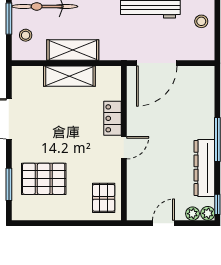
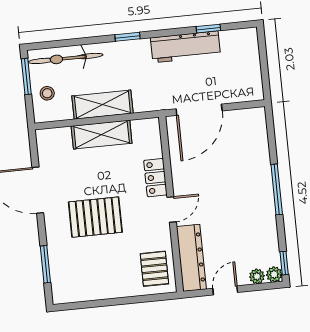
stool: (201, 21) -> (245, 57), removed
dresser: (204, 168) -> (191, 258), moved, turned 180
pallet: (44, 179) -> (95, 217), moved

